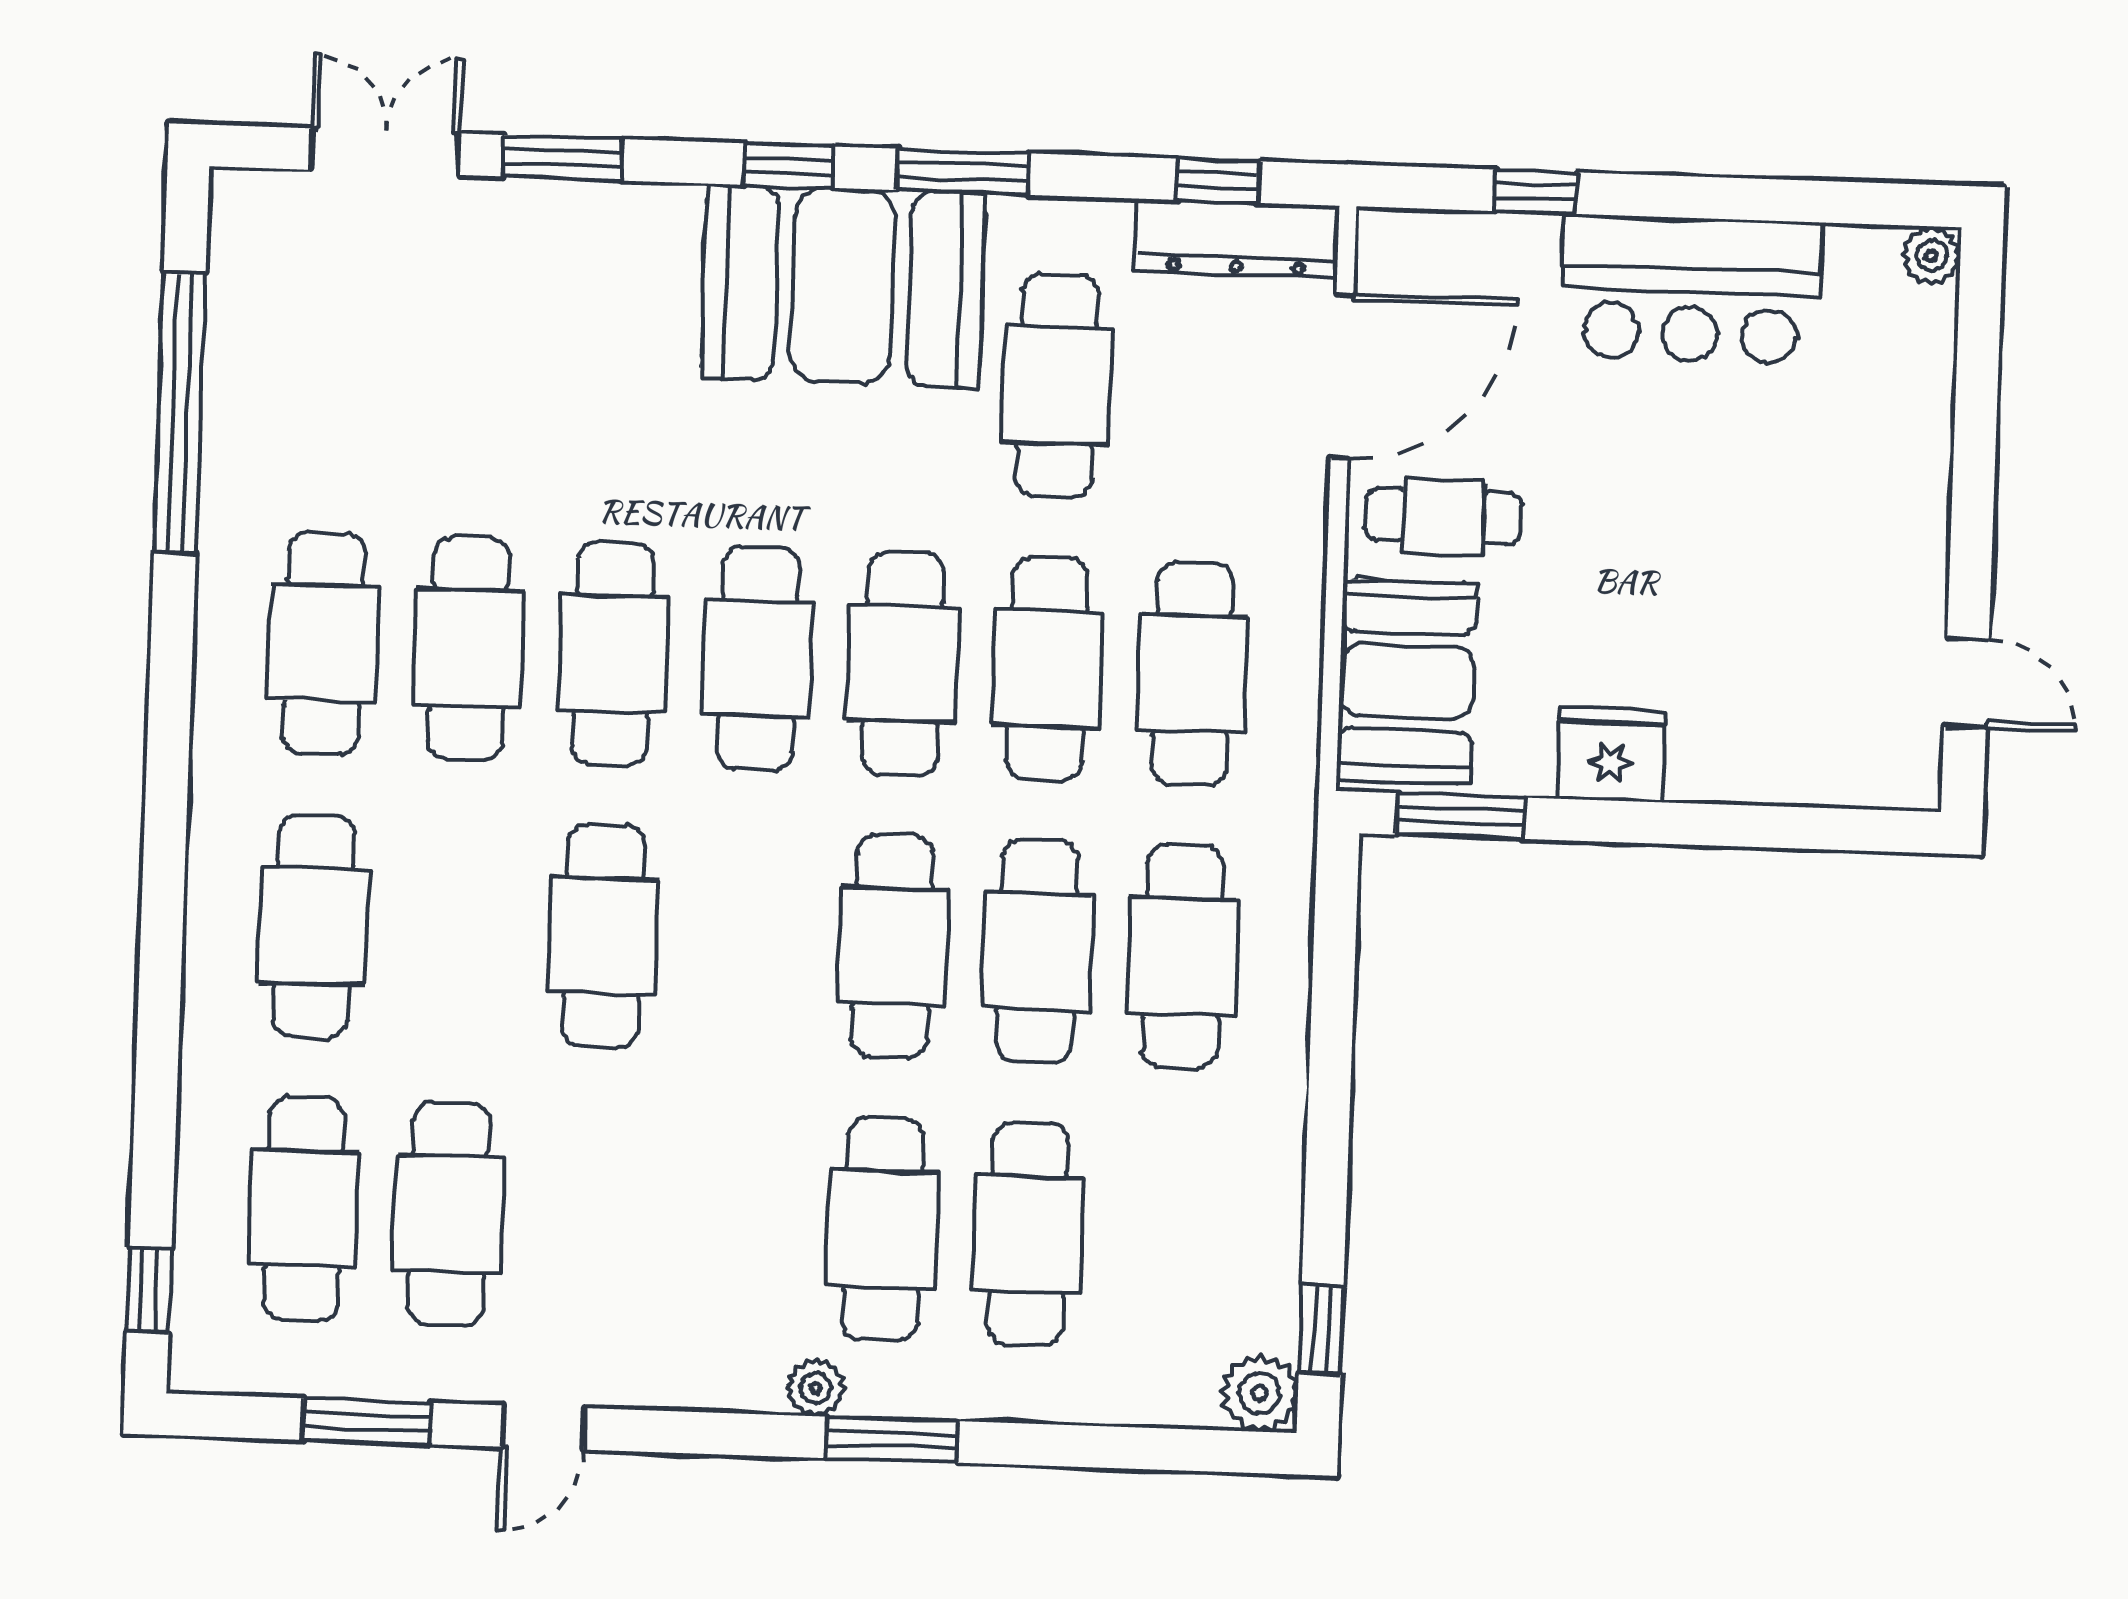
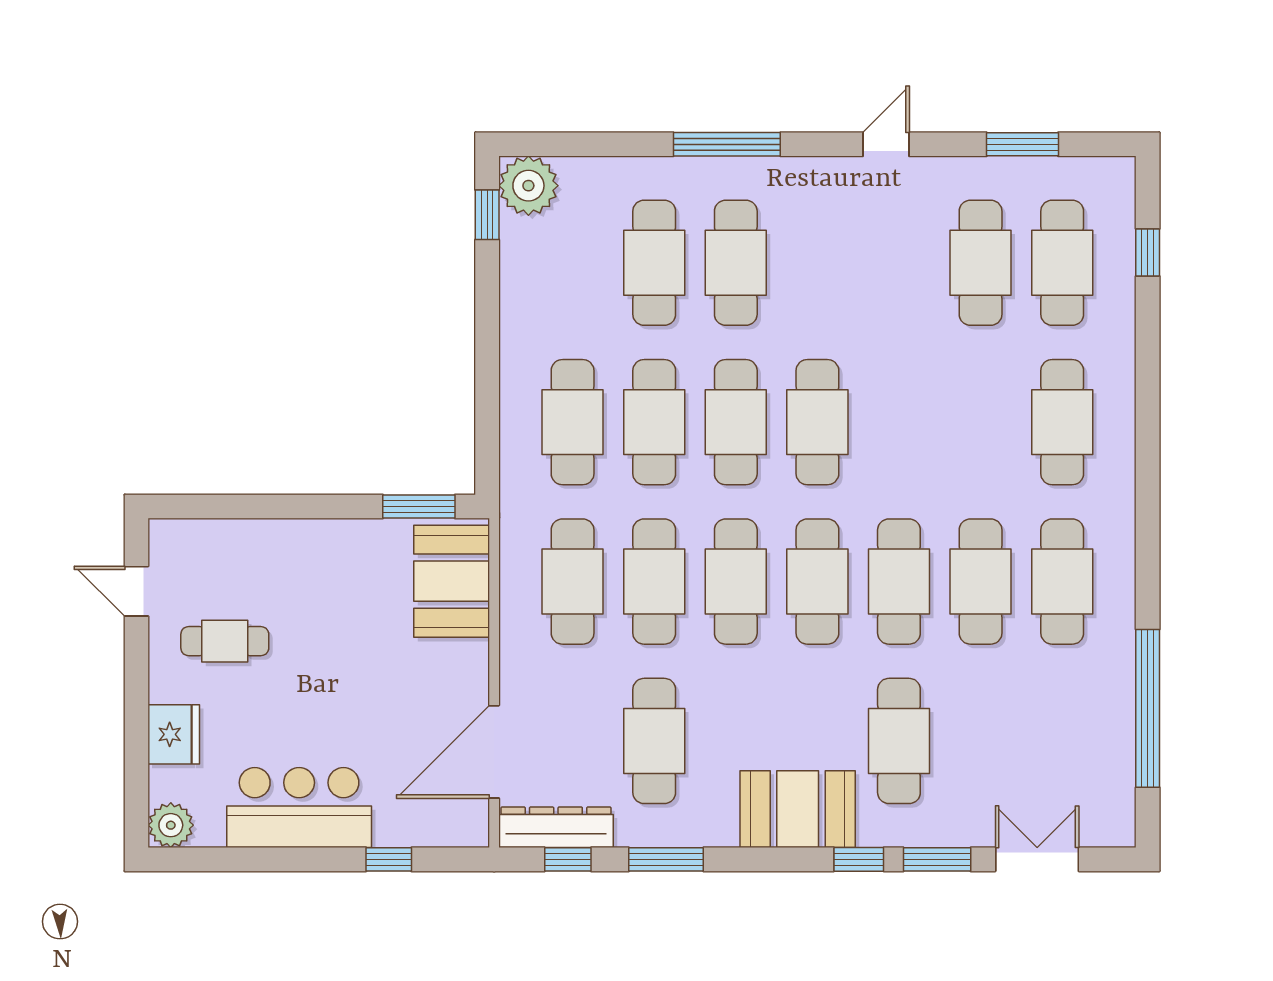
double door: (385, 152) -> (1037, 859), swing flipped
window: (789, 166) -> (859, 859), moved
window: (963, 172) -> (666, 859), moved
plant: (1931, 256) -> (171, 825), width x1.38, depth x1.38
booth: (843, 286) -> (798, 809), width x0.73, depth x0.70
cafe table: (623, 370) -> (899, 741), added
cafe table: (1443, 516) -> (225, 641), moved
fridge: (1611, 755) -> (174, 734), moved, turned -90
cafe table: (603, 936) -> (817, 422), moved
window: (149, 1290) -> (1148, 253), moved
plant: (816, 1388) -> (771, 172), removed
plant: (1260, 1393) -> (528, 186), width x1.36, depth x1.36
door: (543, 1427) -> (886, 144), moved
window: (891, 1440) -> (727, 144), width x1.44

